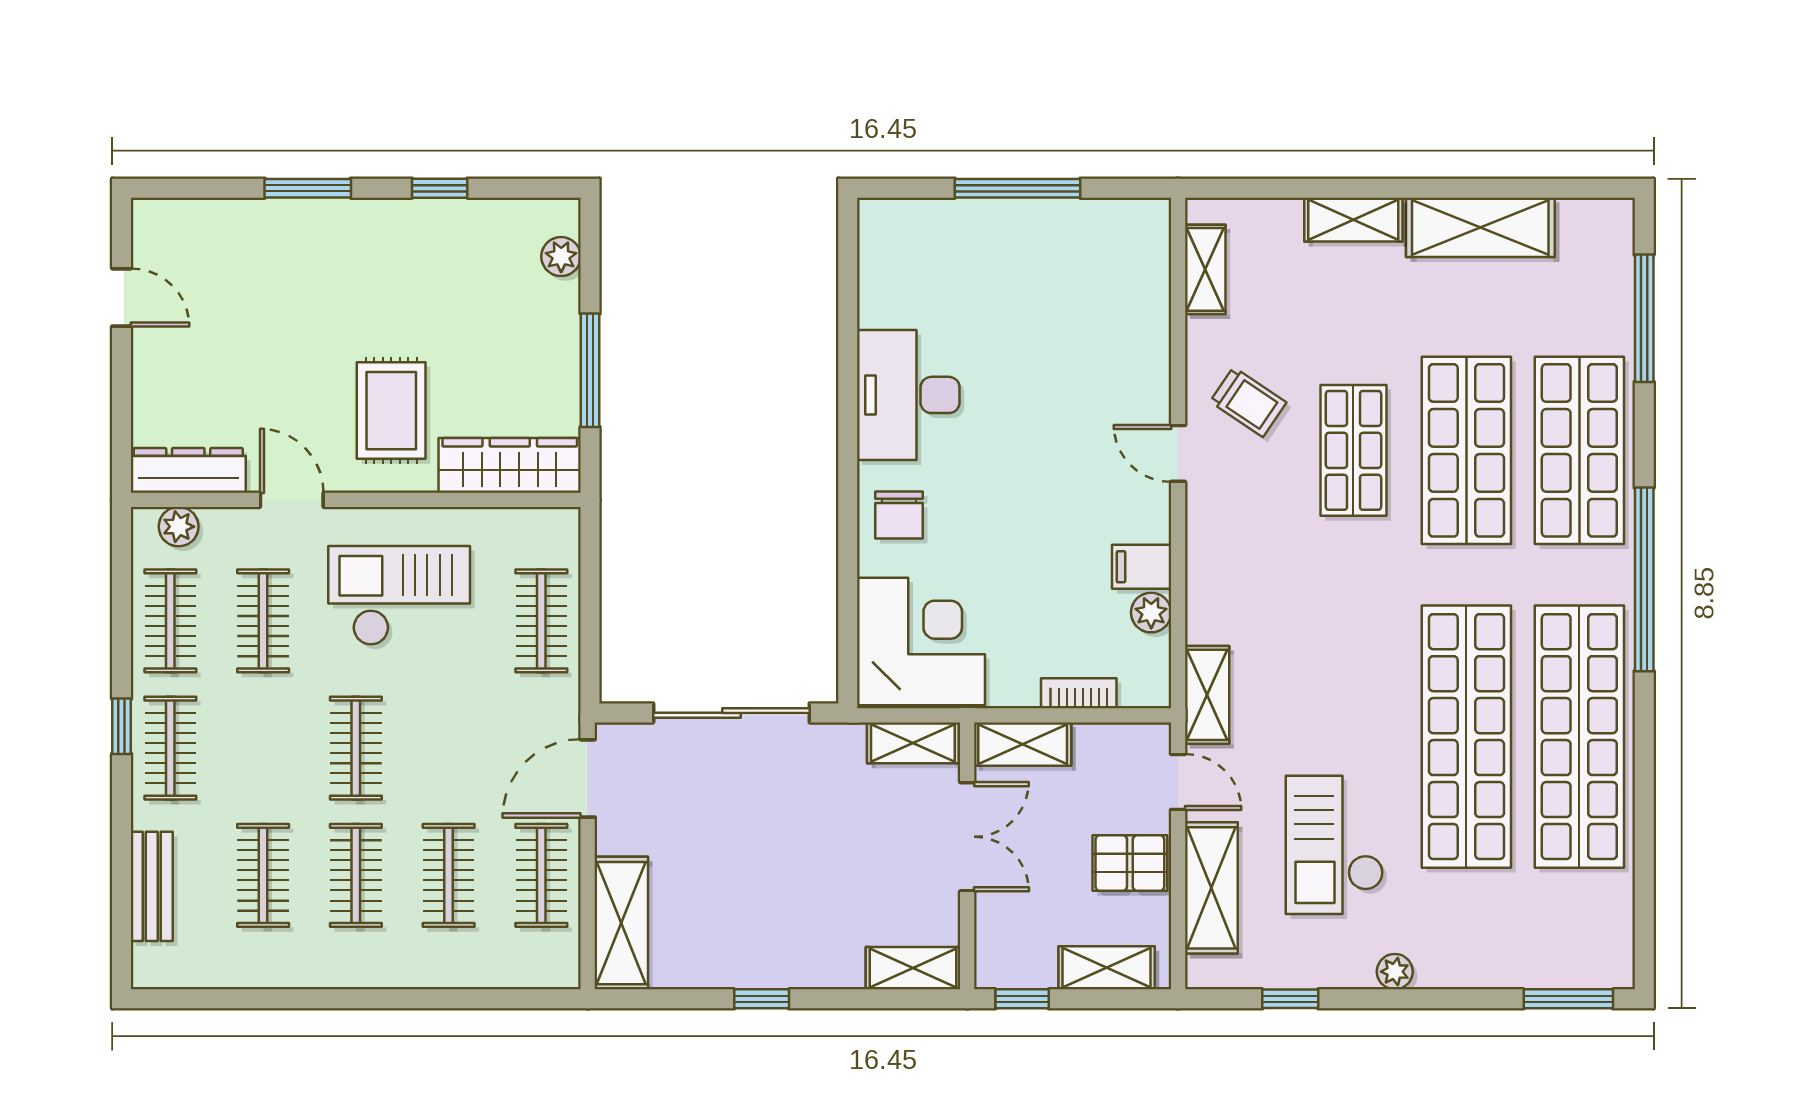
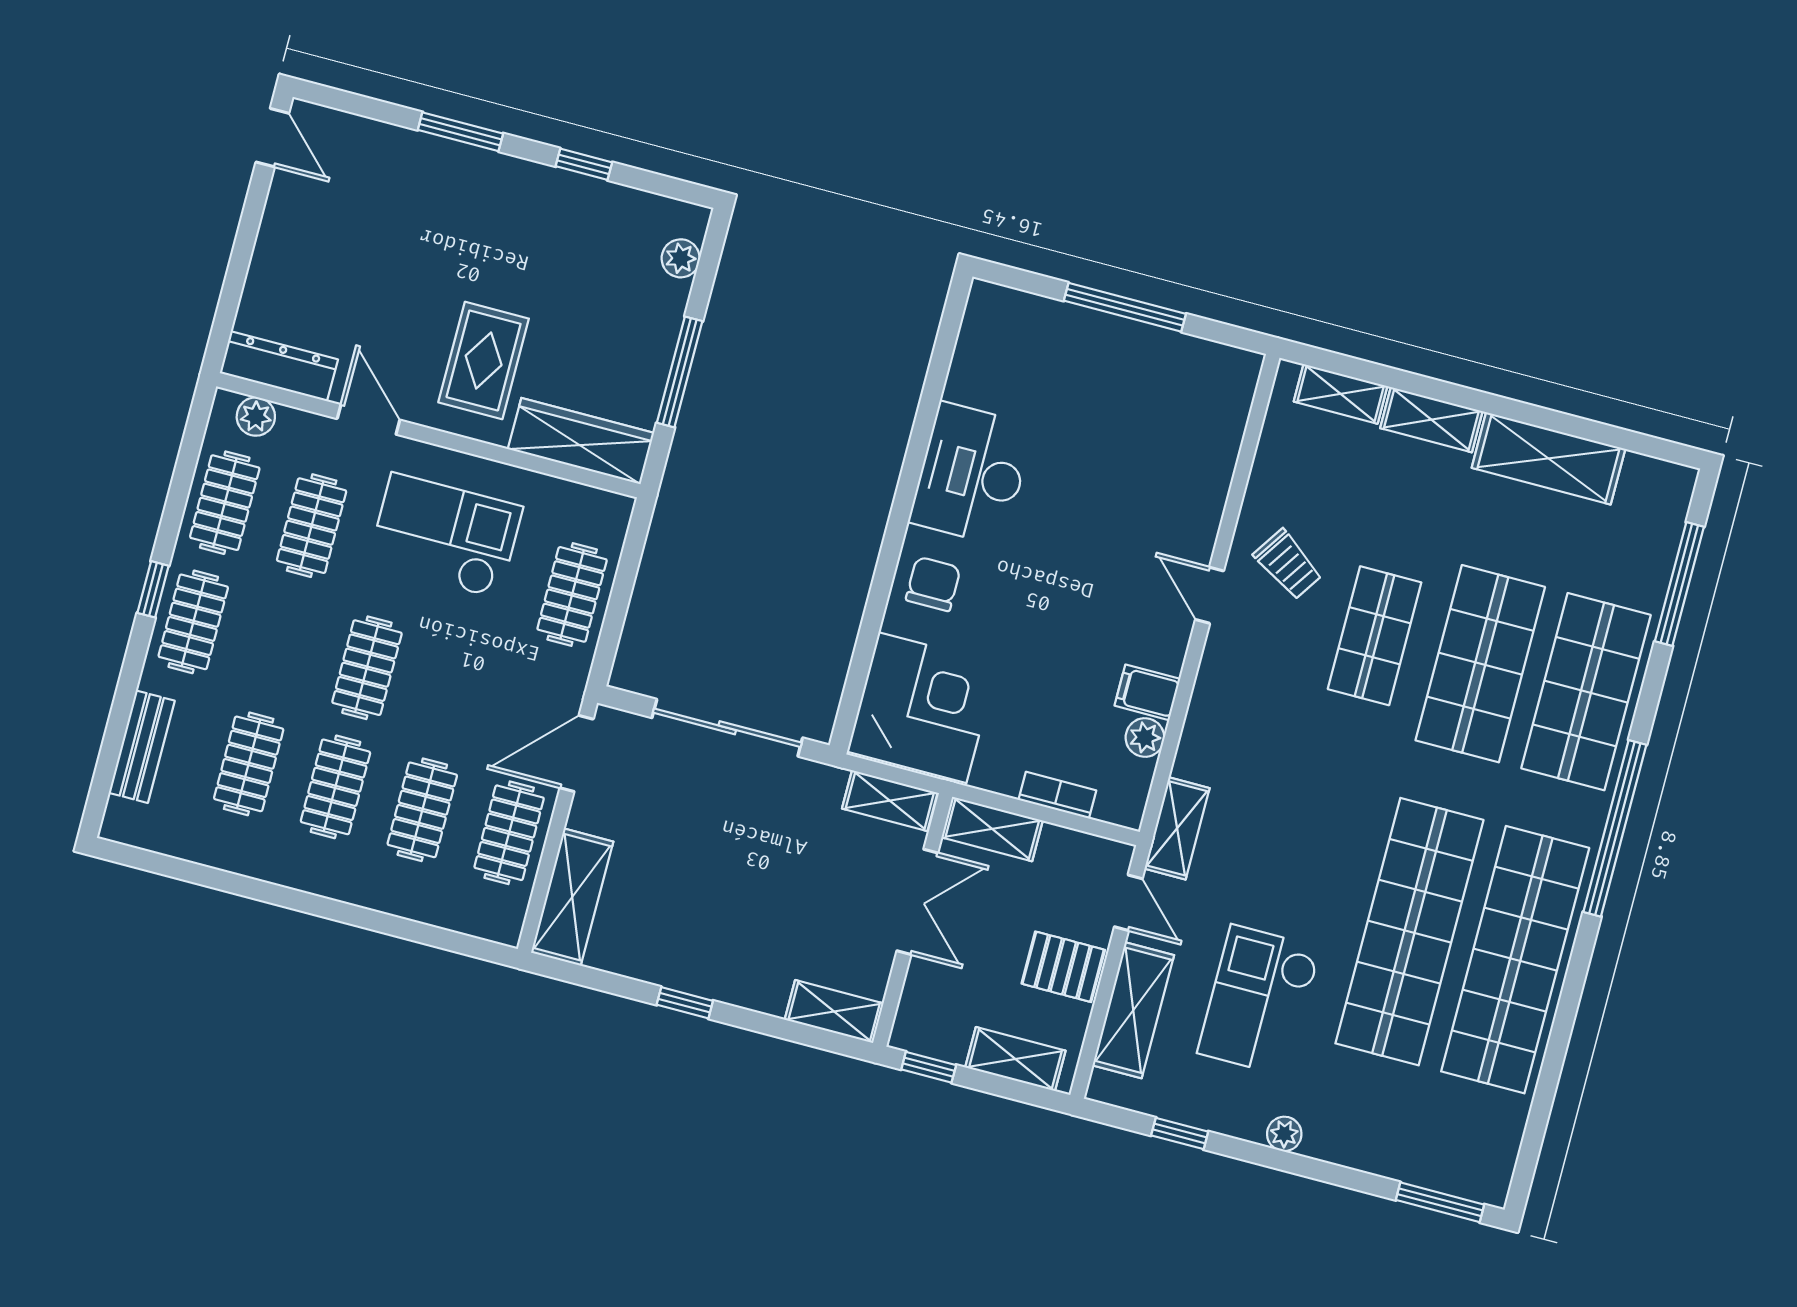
shelving: (1205, 269) -> (1341, 394), moved, turned 90
door: (122, 297) -> (272, 138), moved
chair: (899, 515) -> (933, 584), turned 180

